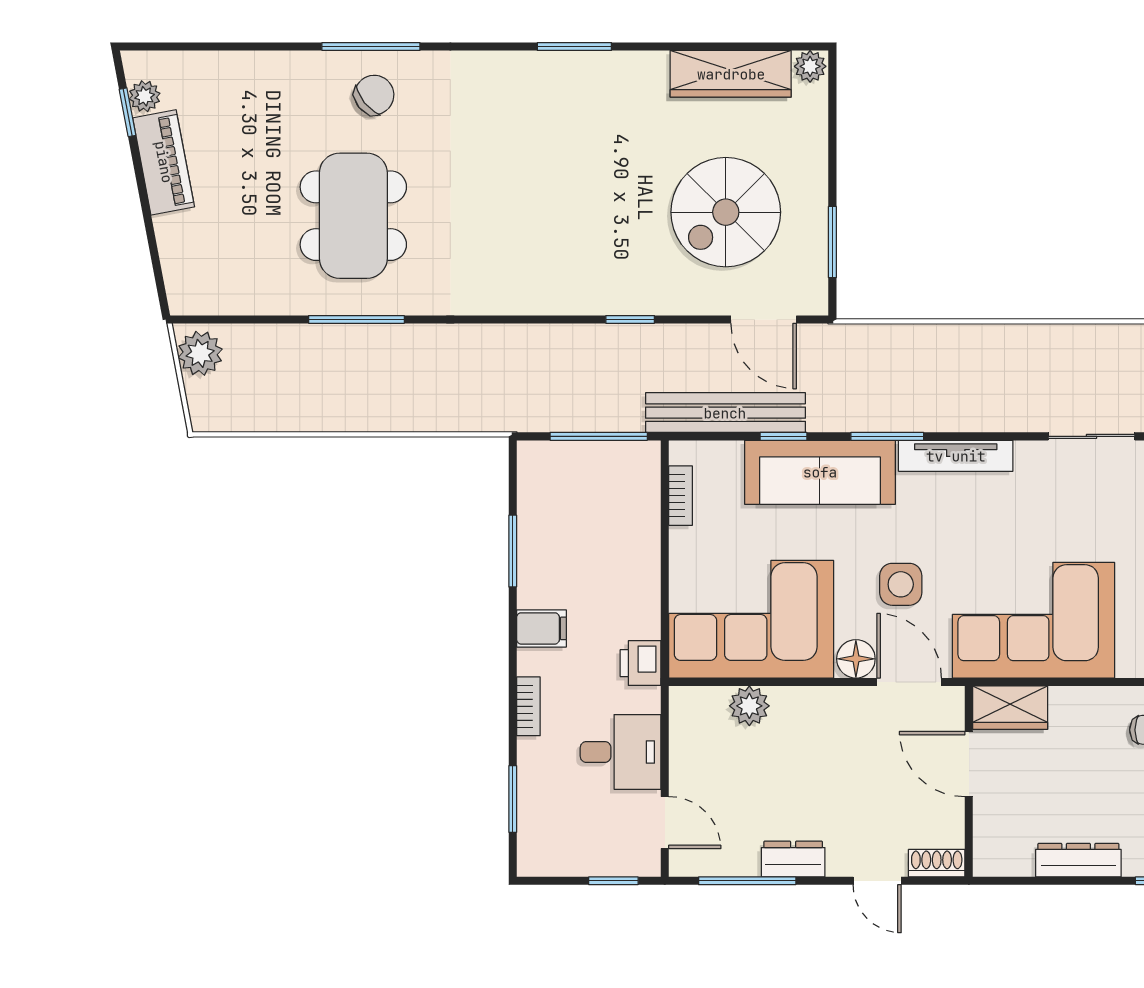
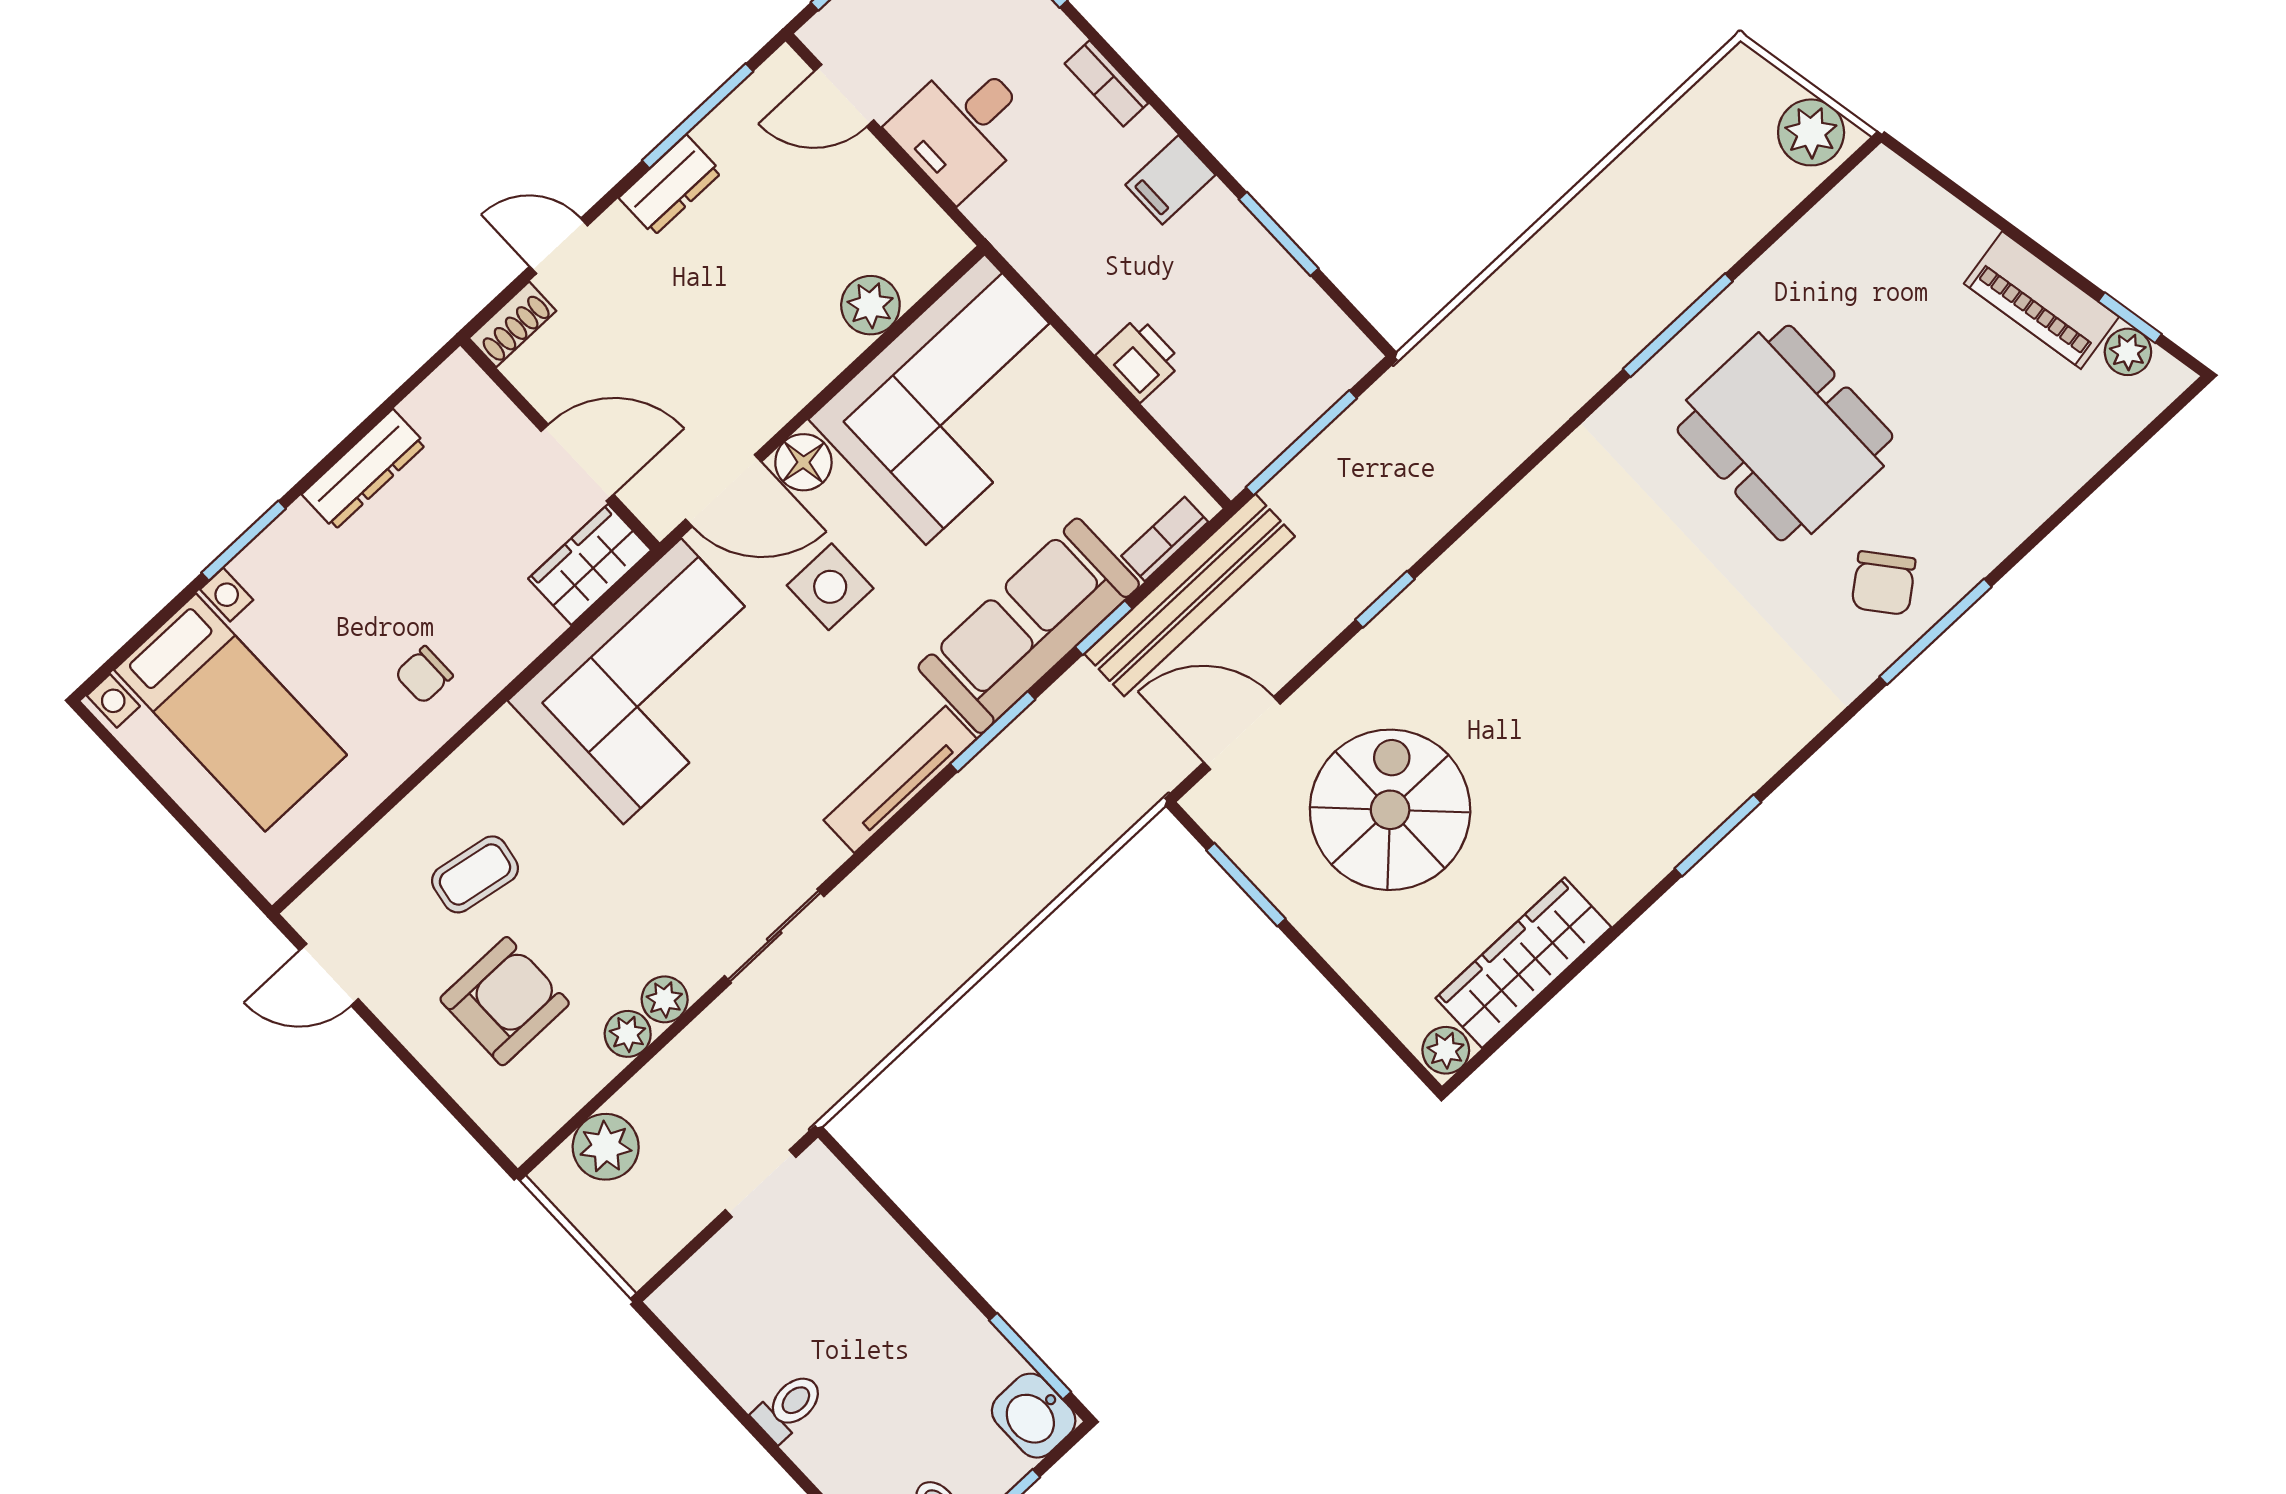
bookcase: (681, 496) -> (1165, 539), moved, turned 90
printer: (641, 663) -> (1139, 359), moved

